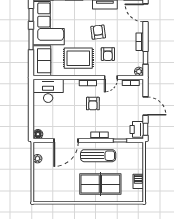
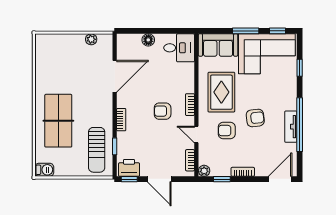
desk: (48, 91) -> (179, 48), width x0.73
door: (145, 106) -> (159, 179), hinge flipped
floor lamp: (38, 134) -> (148, 40), moved
door: (66, 141) -> (115, 76), swing flipped
sun lounger: (98, 156) -> (97, 150), moved
barbecue: (138, 181) -> (44, 170), moved

